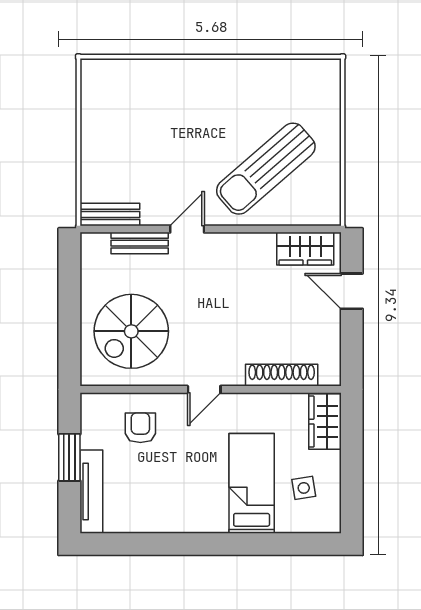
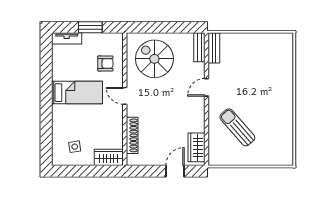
sun lounger: (266, 169) -> (237, 127), width x0.73, depth x0.75
door: (187, 229) -> (207, 87), swing flipped
bench: (140, 243) -> (199, 47), moved
bed: (252, 483) -> (77, 93), moved
tv unit: (91, 492) -> (67, 38), width x0.71

